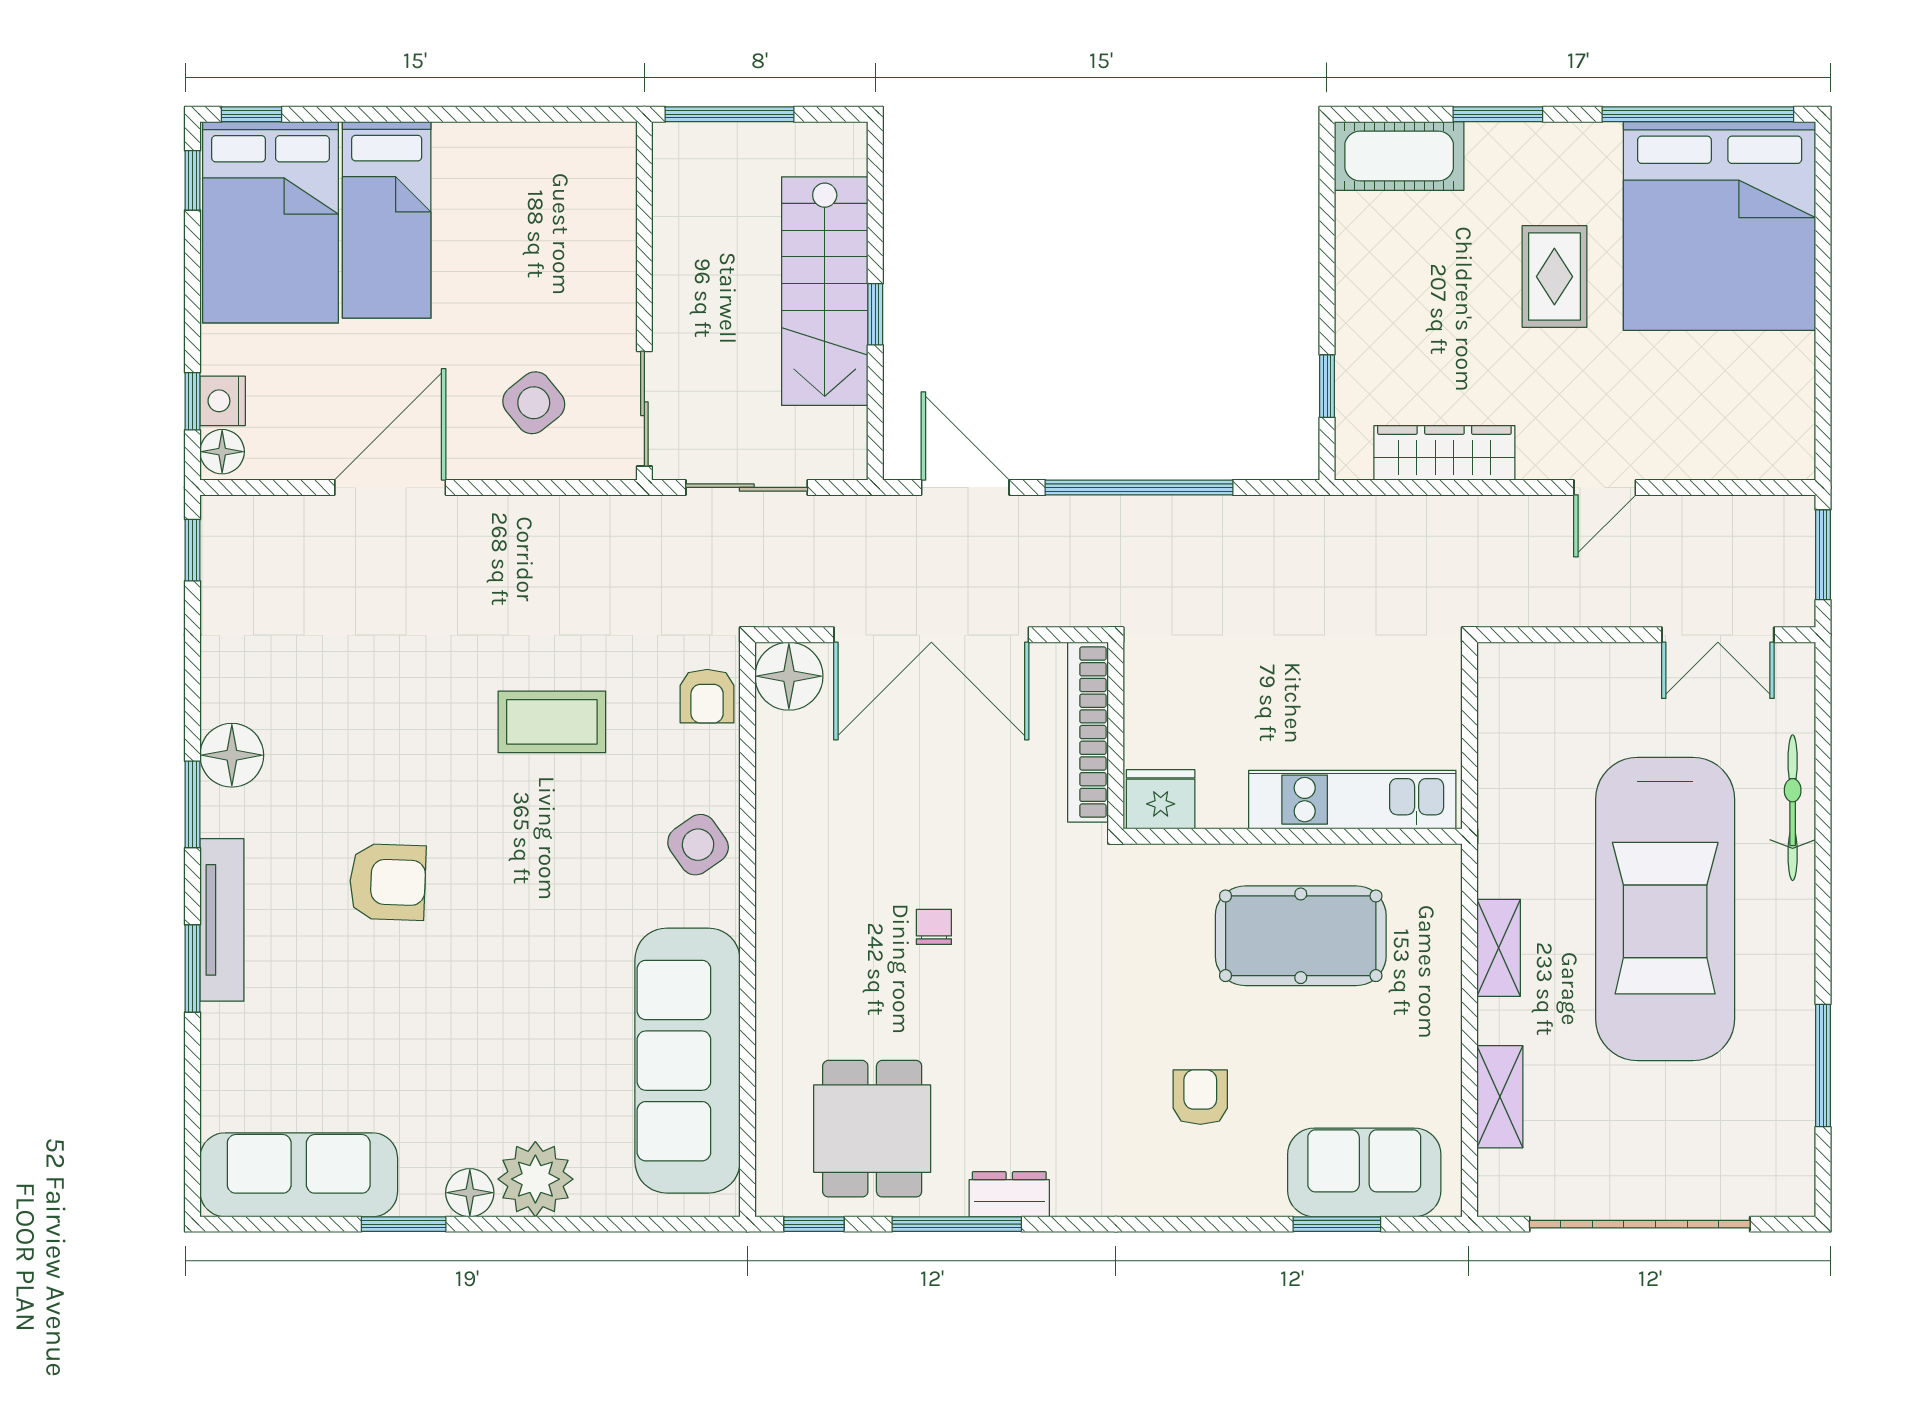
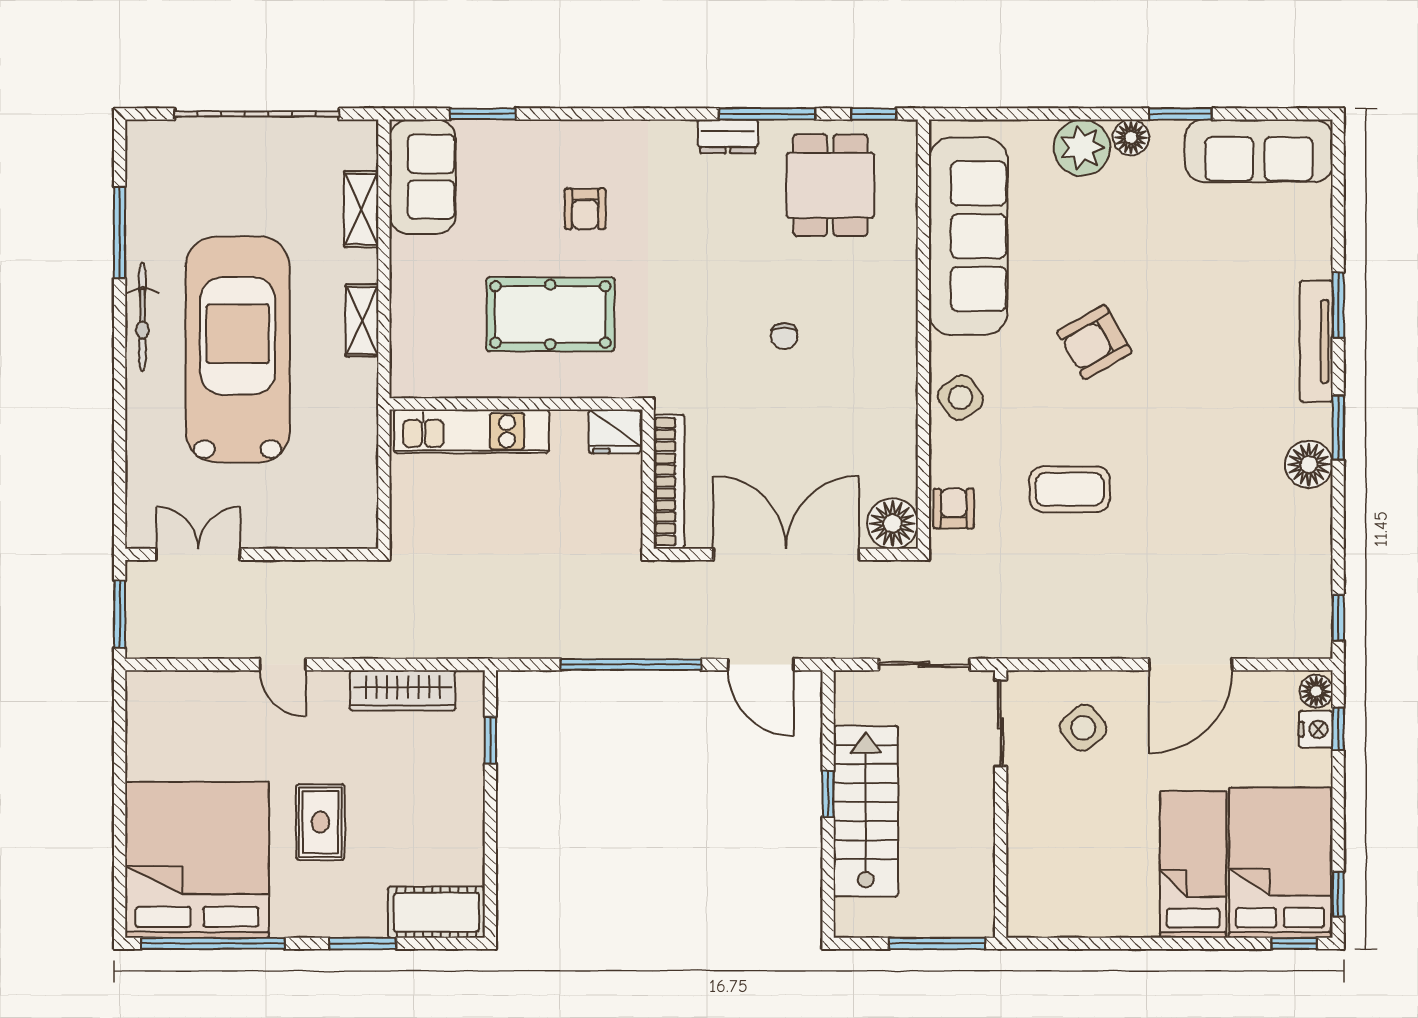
door: (1605, 487) -> (283, 664), swing flipped
bicycle: (1793, 808) -> (142, 317), moved
armchair: (388, 882) -> (1094, 342), moved, turned -32
pool table: (1301, 936) -> (550, 314), moved
sofa: (1364, 1172) -> (423, 177), moved, turned -90

